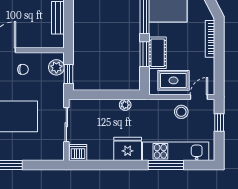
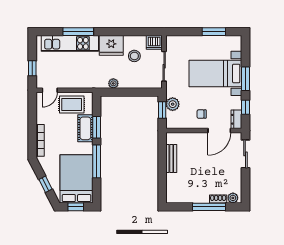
plant: (56, 67) -> (173, 104), moved
stool: (181, 112) -> (134, 56), moved

